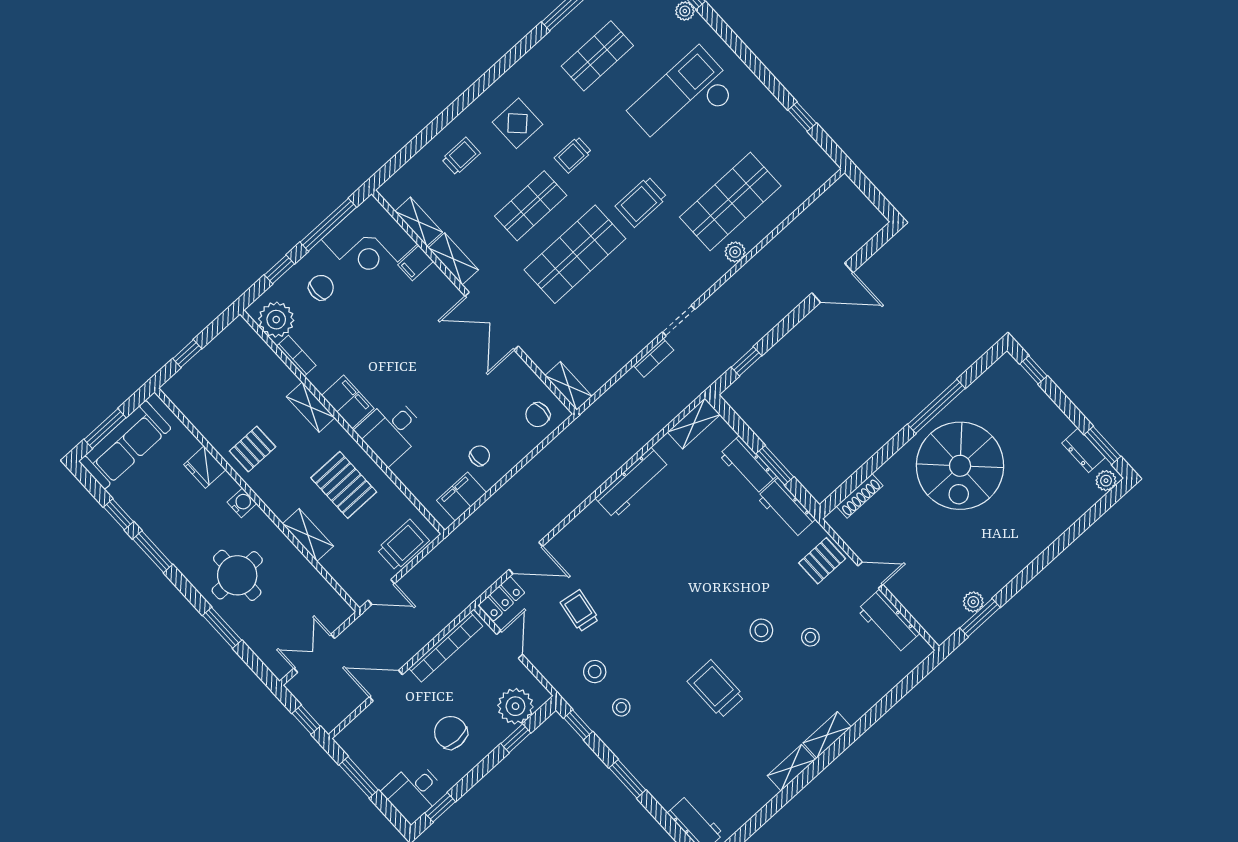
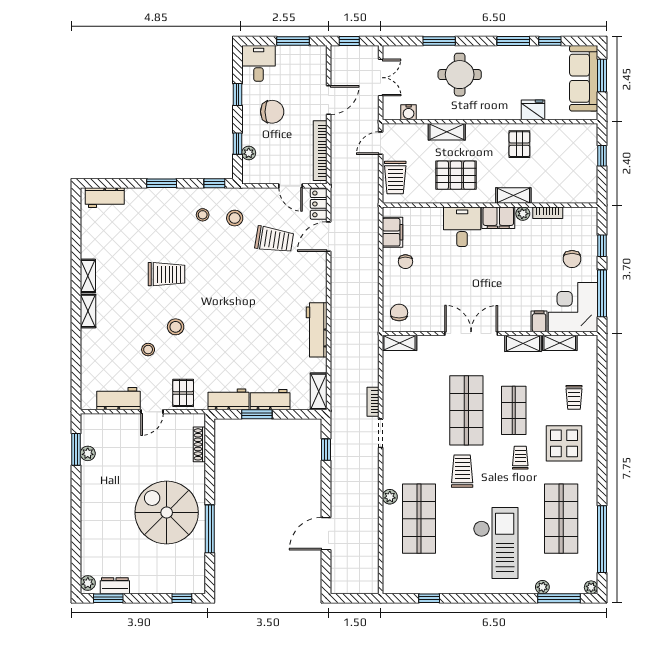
shop shelf: (597, 56) -> (561, 519), width x1.43, depth x1.36
display table: (517, 123) -> (564, 443), width x1.36, depth x1.36
plant: (276, 320) -> (523, 214), moved, width x0.53, depth x0.53
water cooler: (242, 503) -> (409, 112), moved
trolley: (580, 611) -> (274, 240), width x1.36, depth x1.39
plant: (515, 706) -> (249, 153), width x0.53, depth x0.53
window: (440, 807) -> (237, 95), moved

